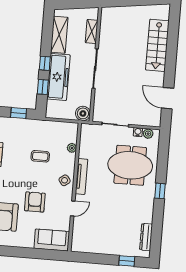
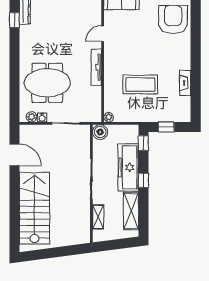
stairs: (157, 45) -> (34, 208), width x1.36, depth x1.51
window: (43, 87) -> (143, 143), moved
plant: (72, 148) -> (109, 117), moved
coffee table: (40, 156) -> (140, 84), width x1.86, depth x1.72
side table: (65, 180) -> (113, 62), removed
window: (160, 191) -> (14, 20), moved
armchair: (35, 202) -> (142, 37), removed

